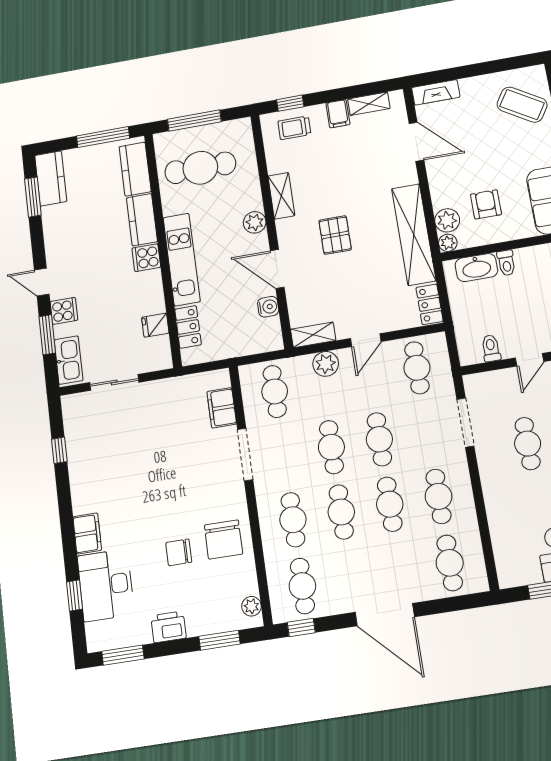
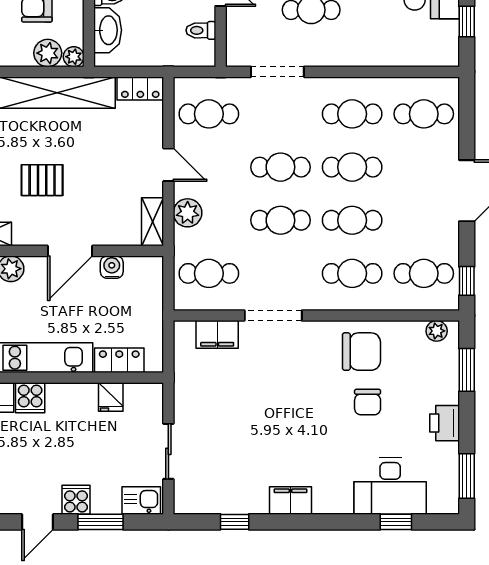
kitchen sink: (69, 360) -> (141, 500), width x0.73
filing cabinet: (87, 533) -> (290, 500), moved

